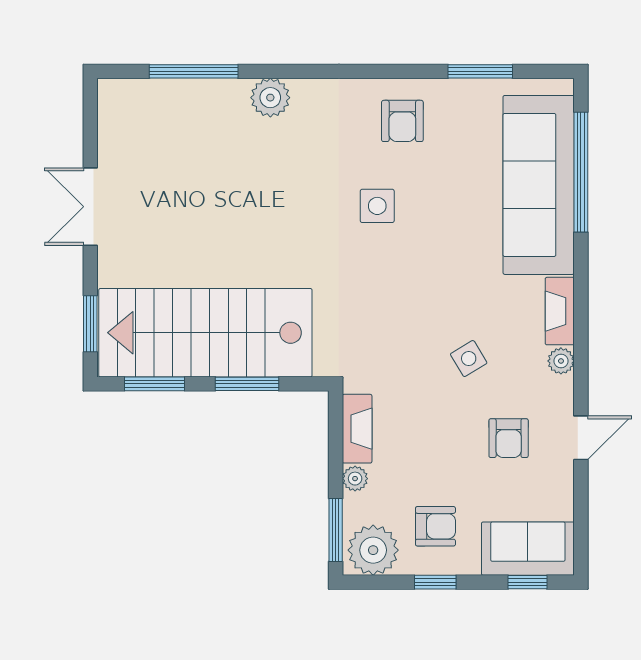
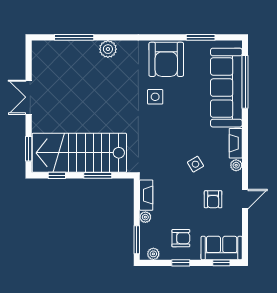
armchair: (402, 121) -> (166, 59), width x1.88, depth x1.88
window: (155, 384) -> (57, 175), width x0.67
plant: (373, 550) -> (153, 254), width x0.53, depth x0.53

